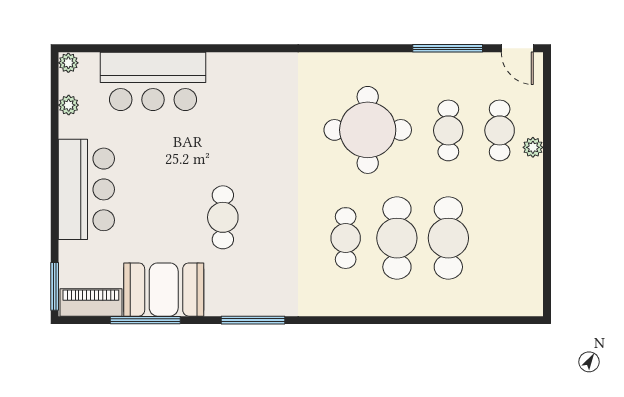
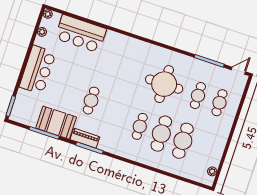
door: (517, 48) -> (238, 71), swing flipped
plant: (533, 147) -> (212, 171), moved
piano: (91, 302) -> (85, 138), moved

